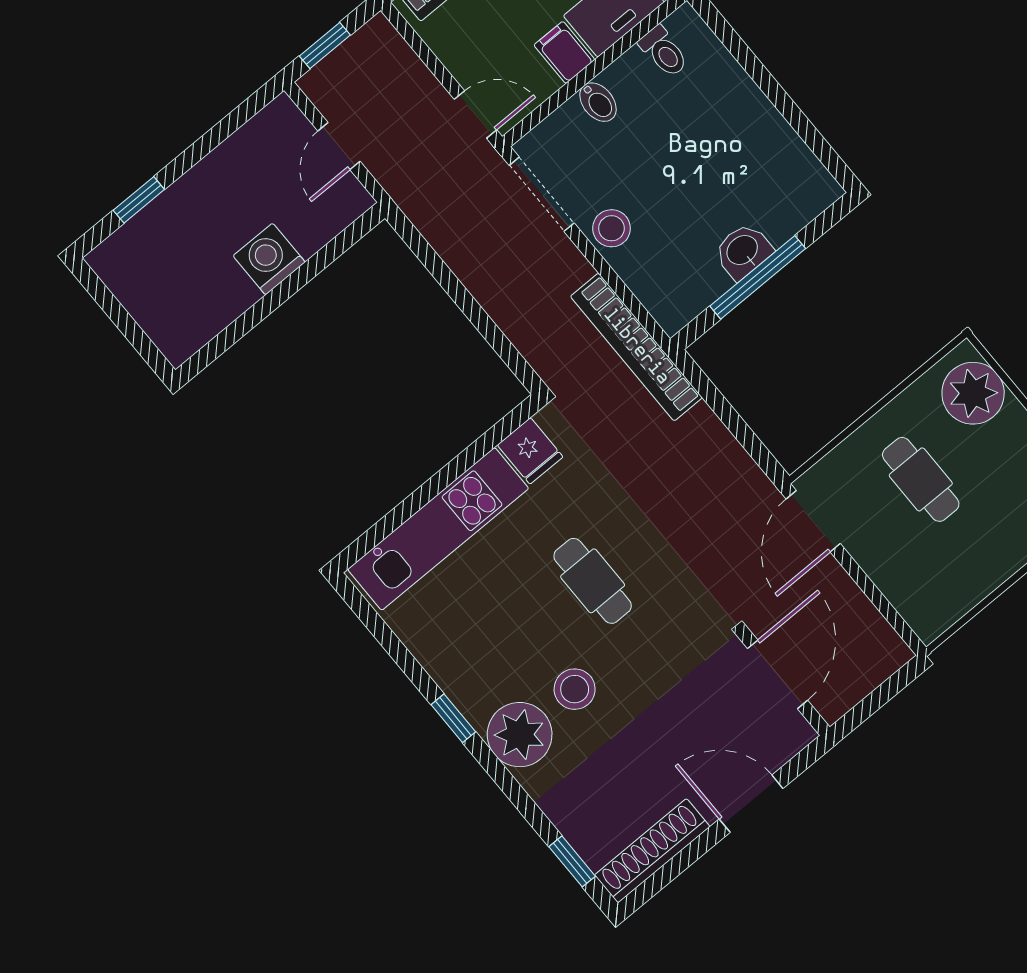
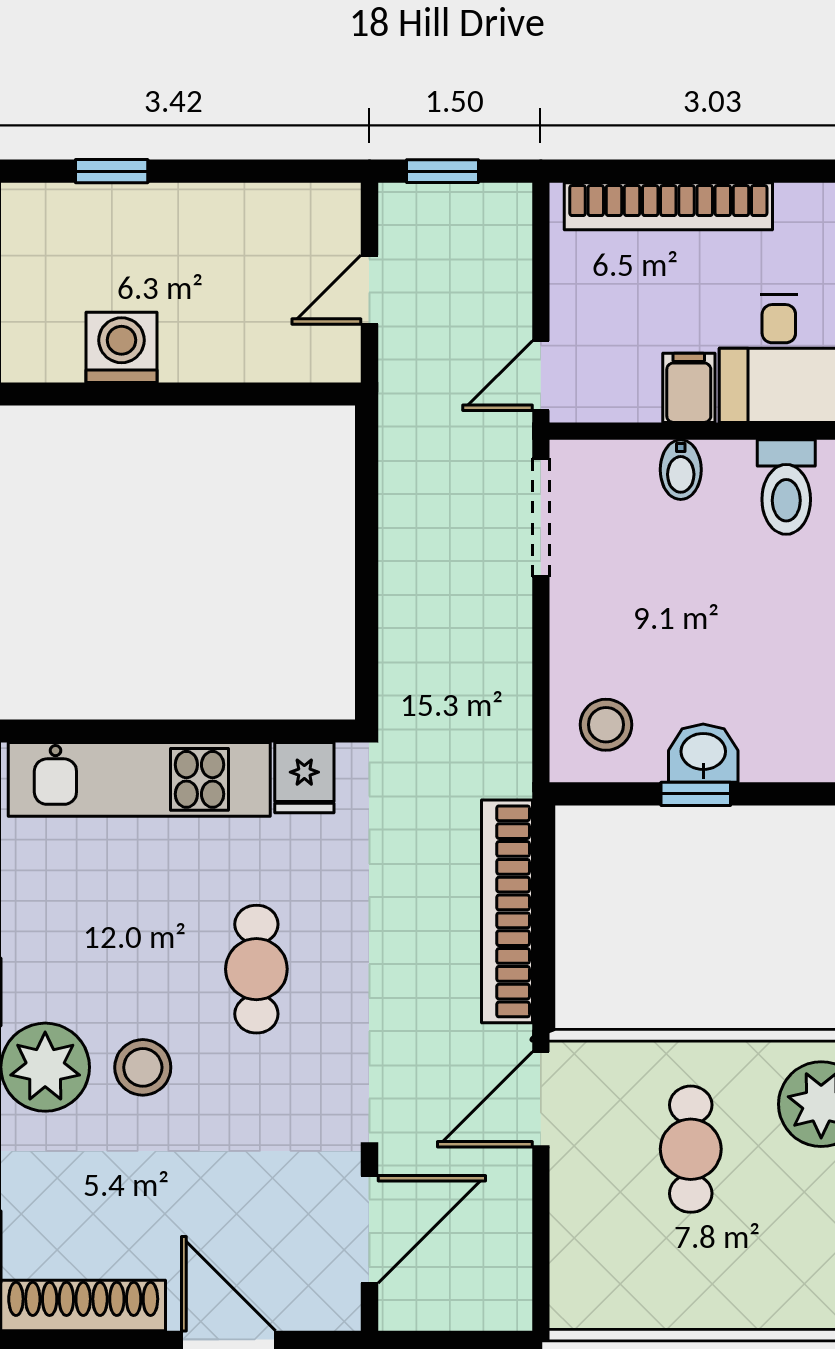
toilet: (664, 52) -> (786, 487), width x1.37, depth x1.39
door: (476, 115) -> (541, 376), swing flipped
stool: (611, 228) -> (606, 725), moved
washing machine: (269, 259) -> (122, 347), moved
window: (758, 277) -> (696, 794), width x0.46
bookcase: (636, 347) -> (507, 911), moved

